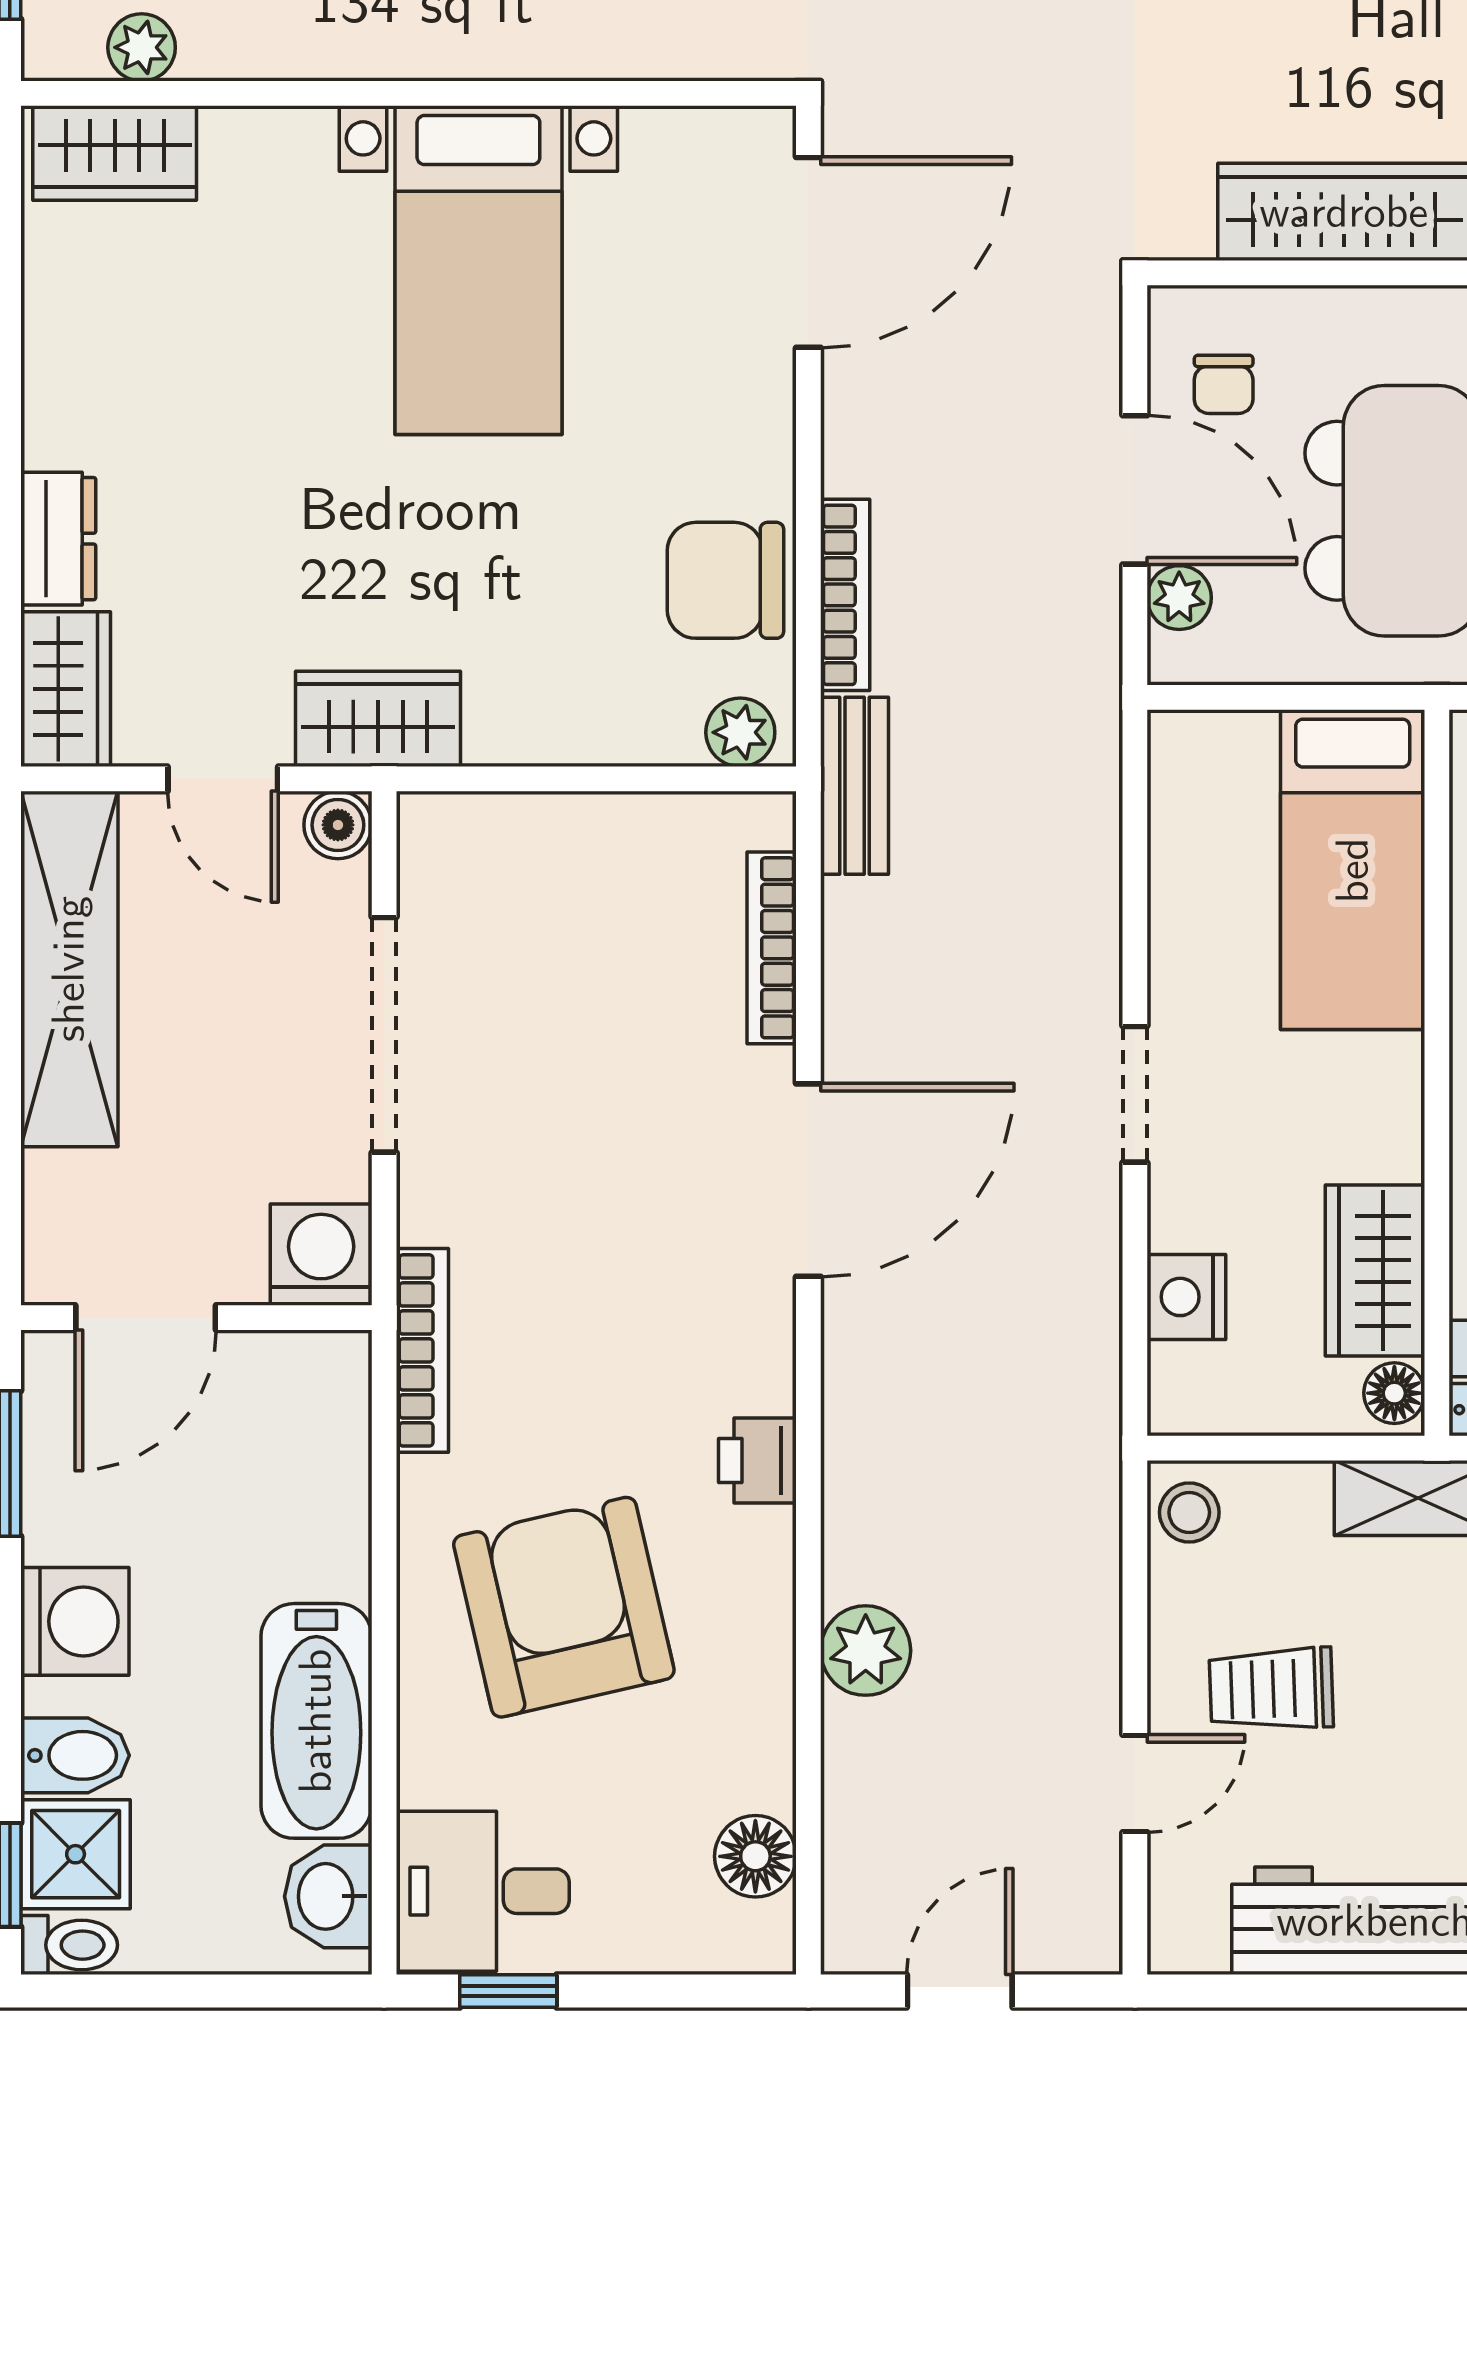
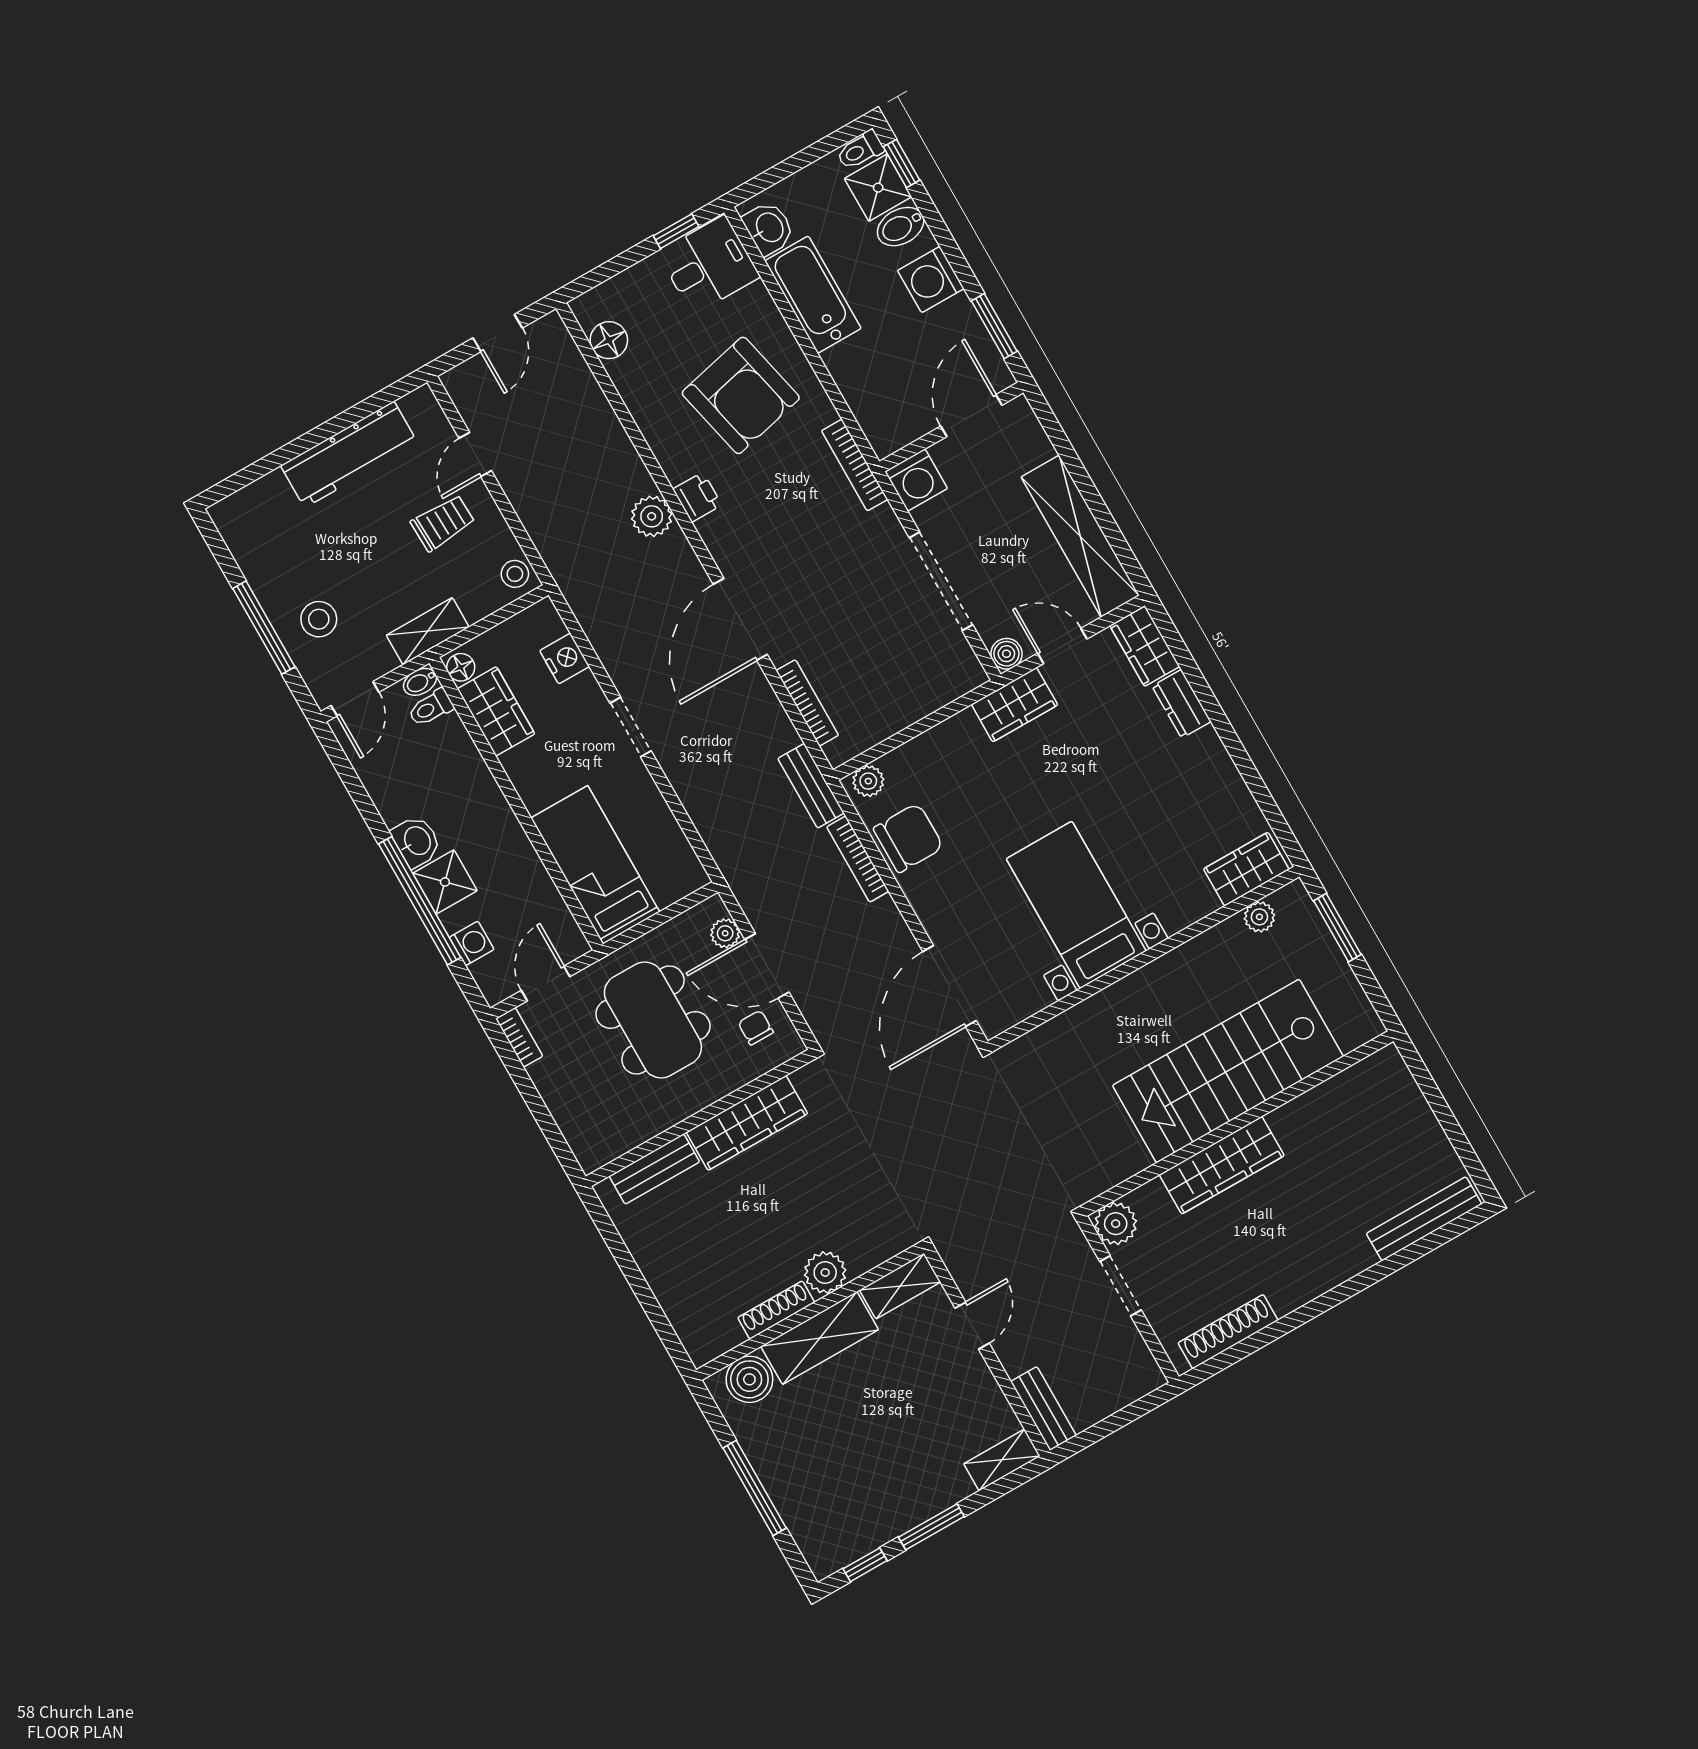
plant: (866, 1651) -> (652, 516), moved

